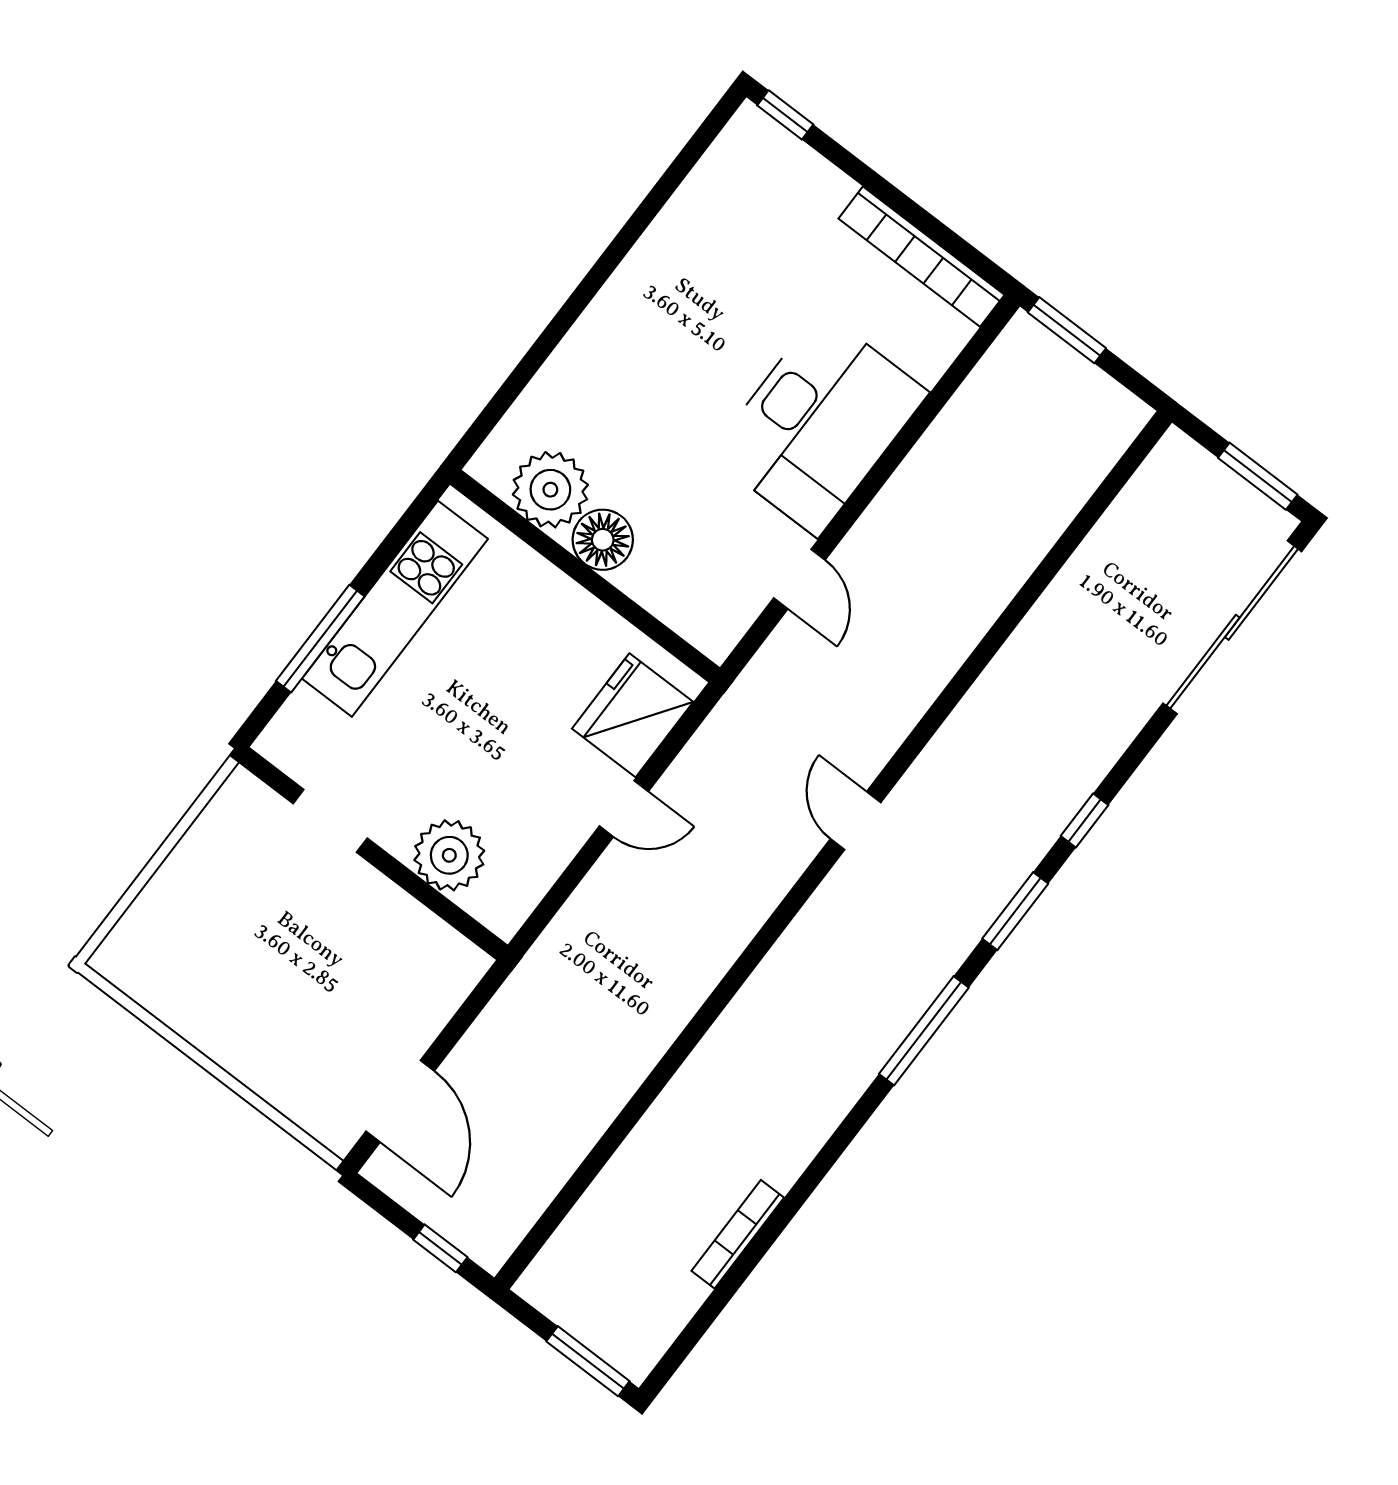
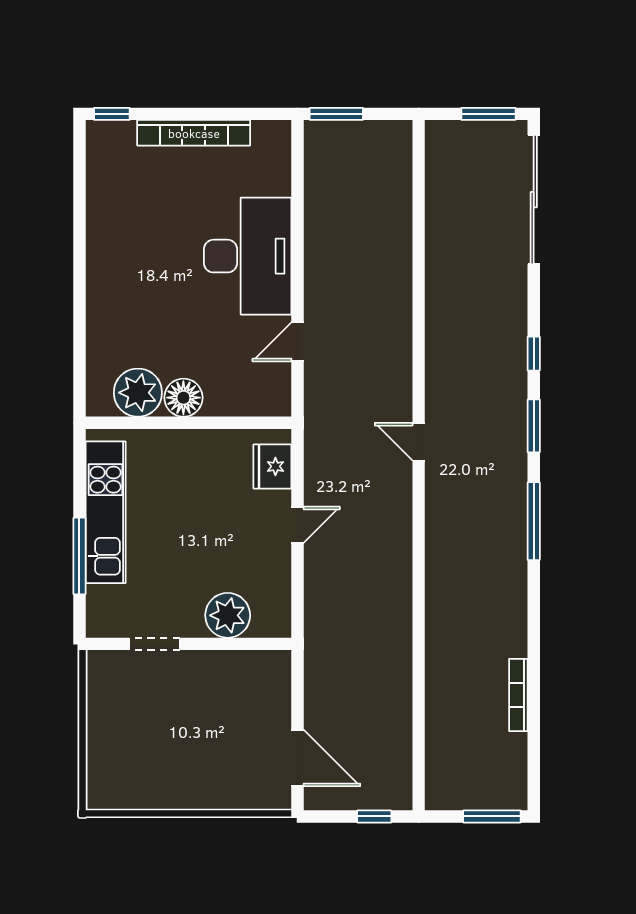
bookcase: (922, 257) -> (194, 133), moved
door: (799, 579) -> (298, 342), swing flipped
fridge: (633, 715) -> (272, 466), width x0.73, depth x0.75

